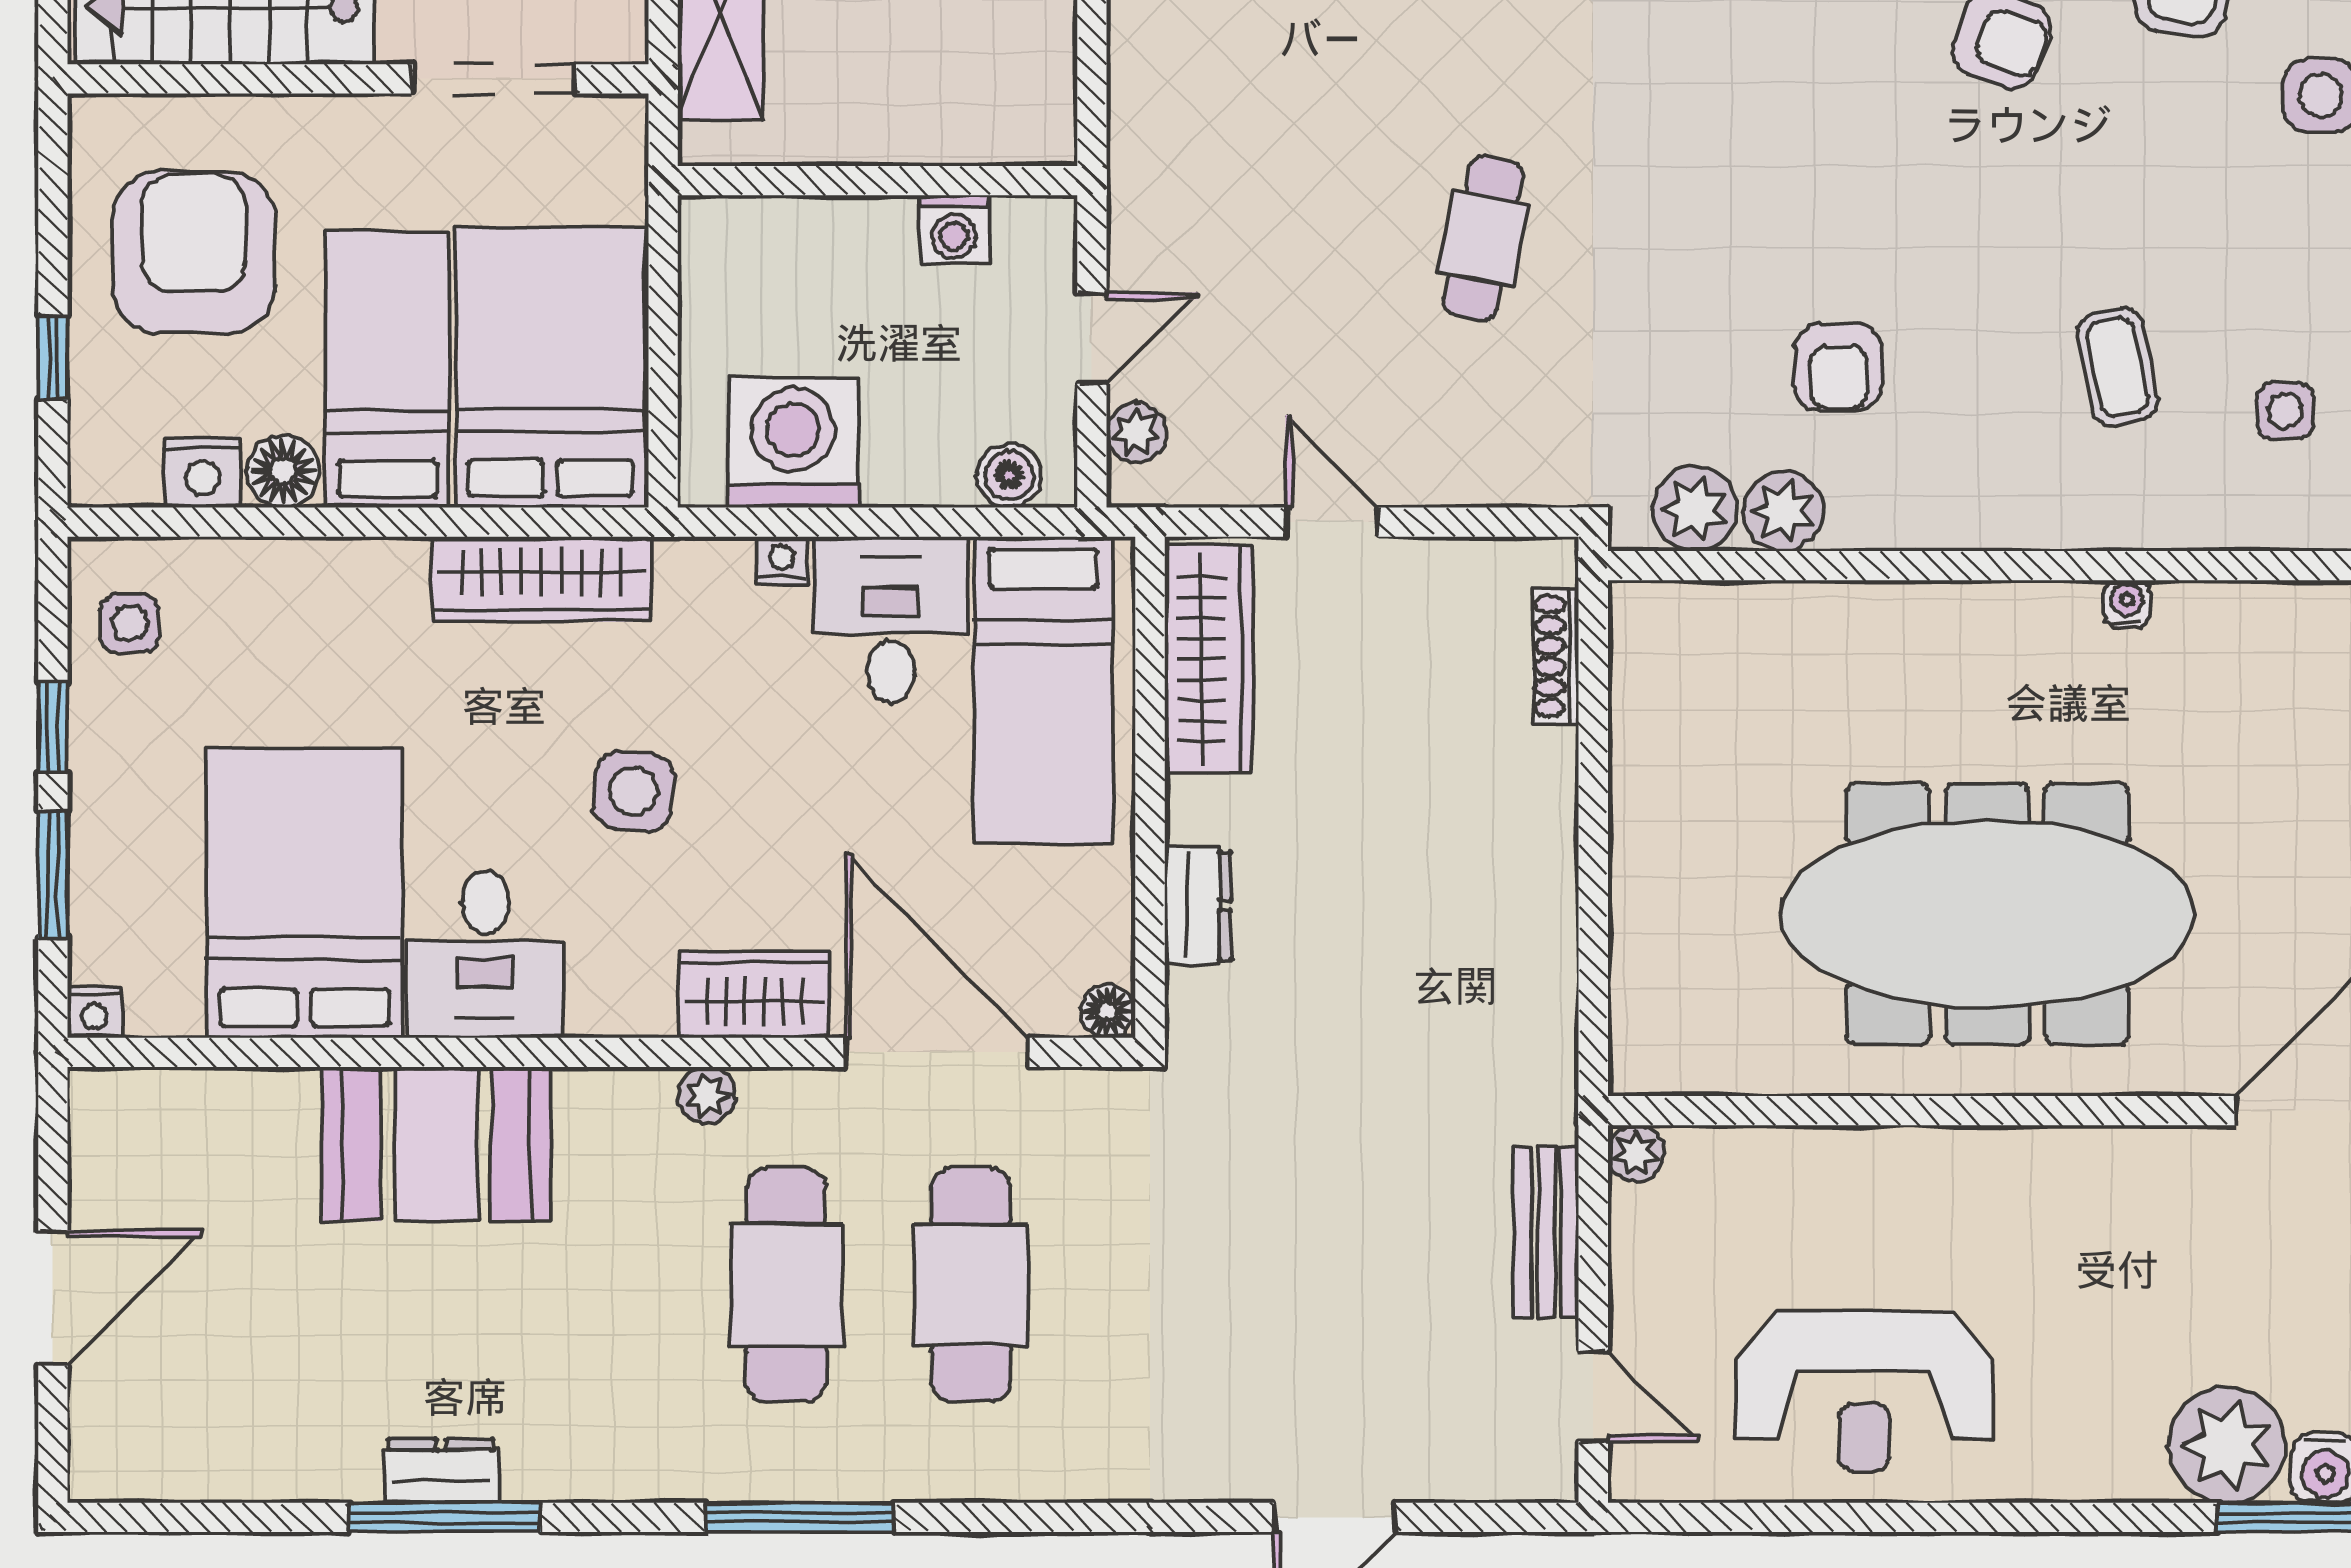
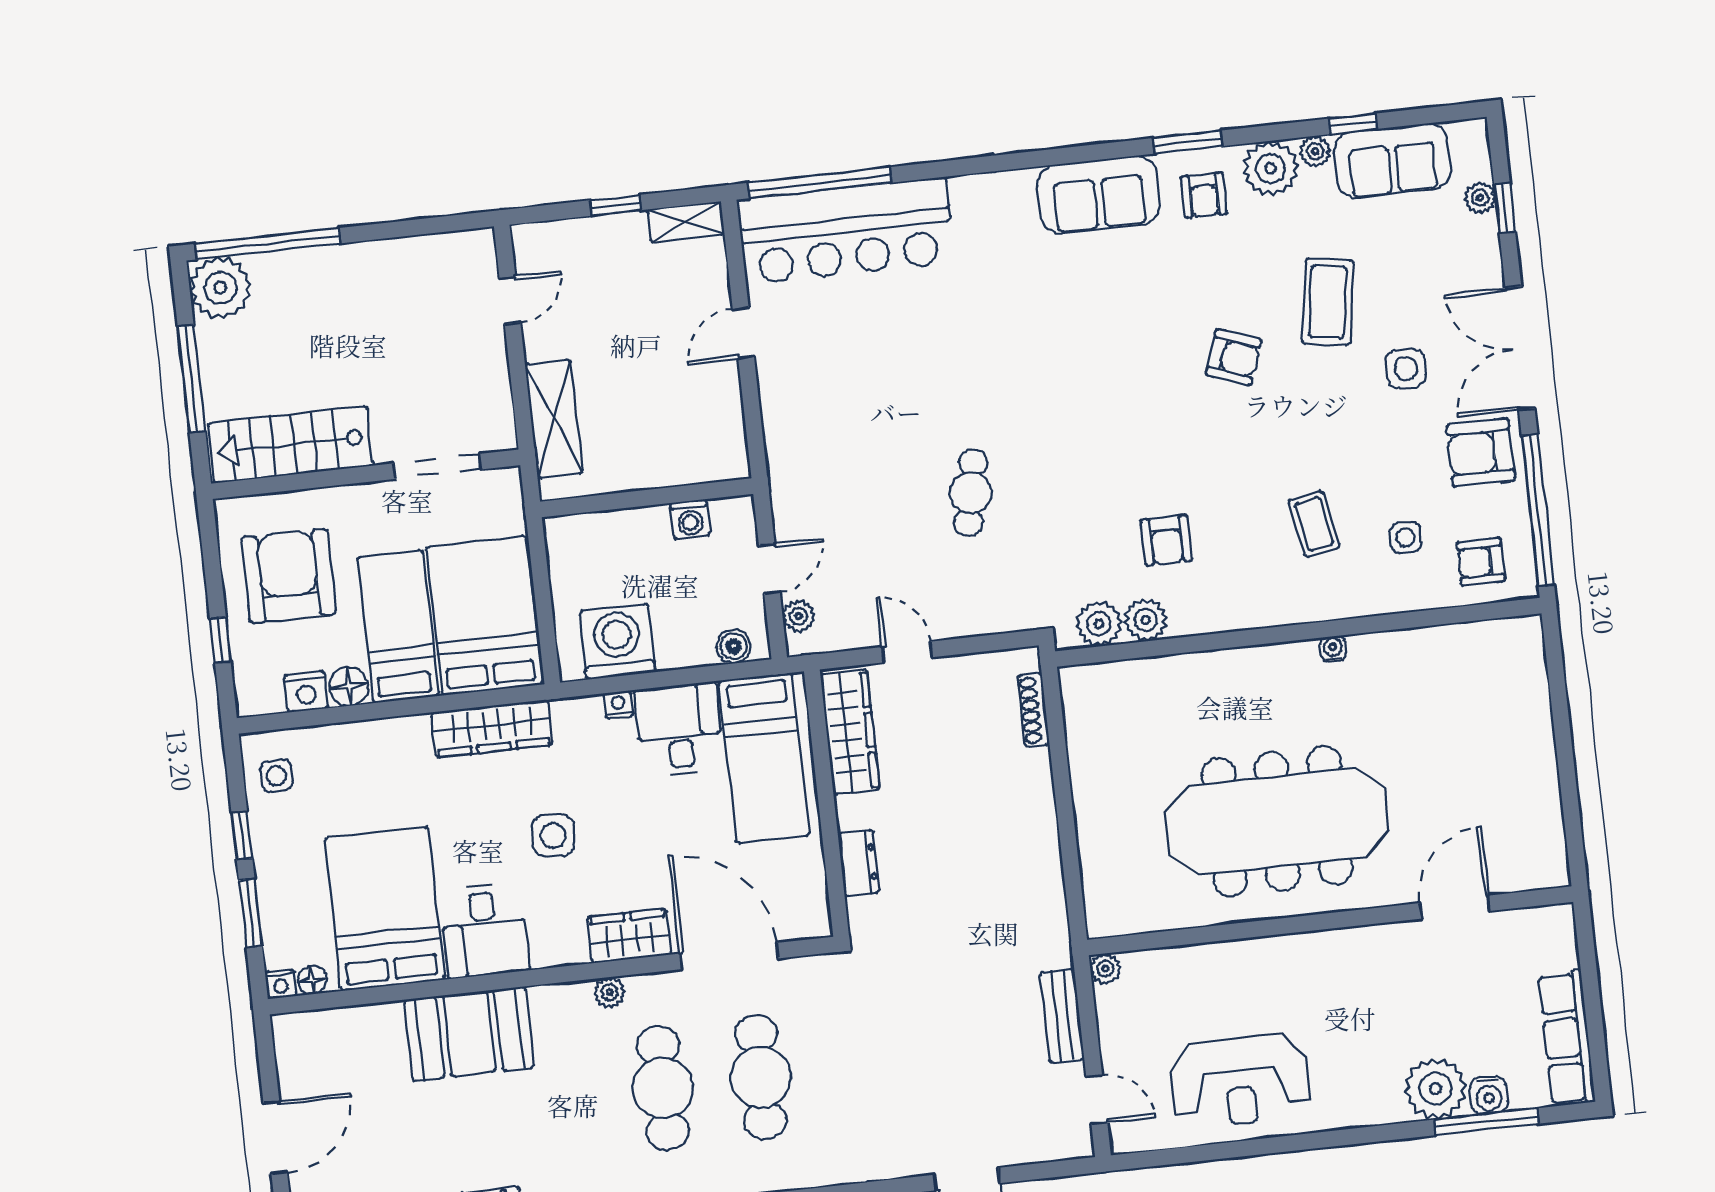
floor lamp: (1107, 1011) -> (312, 980), moved

